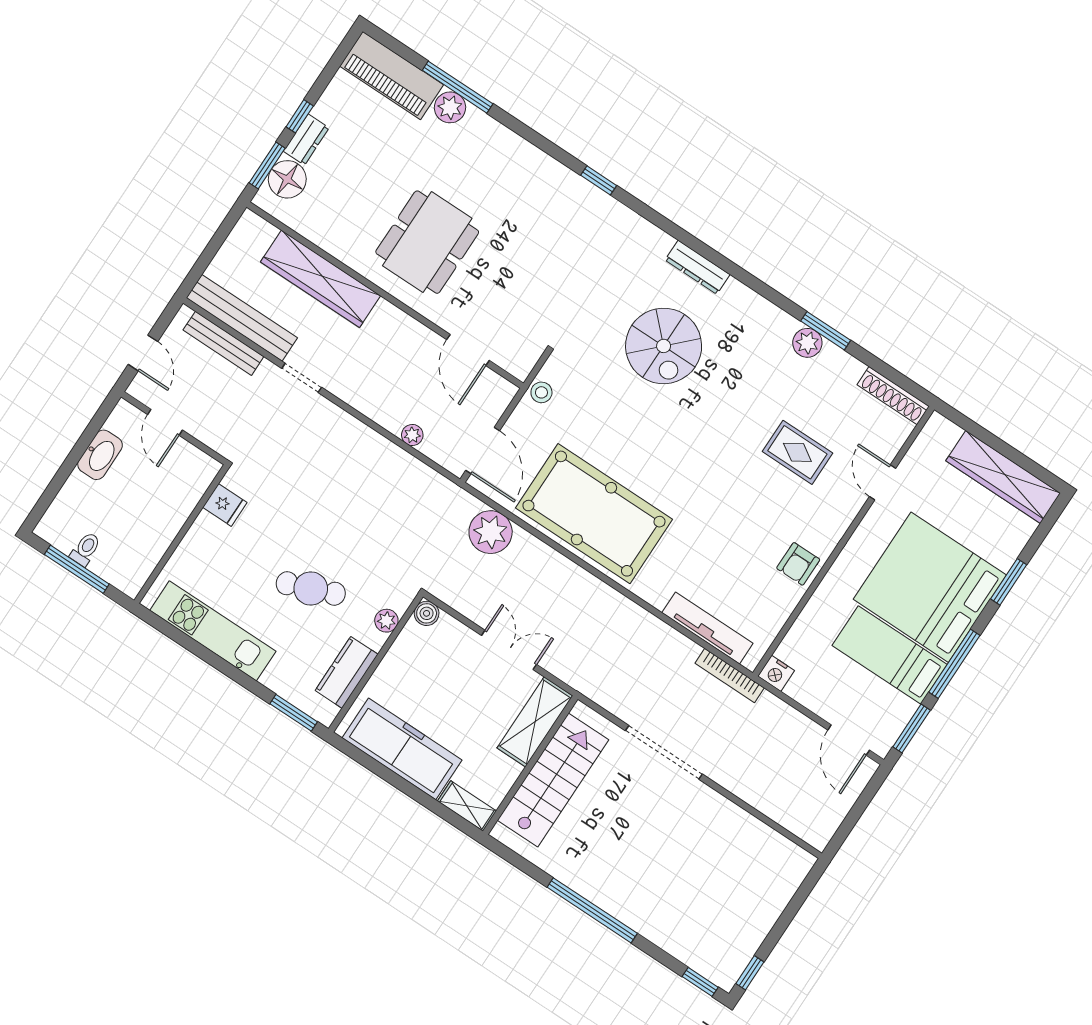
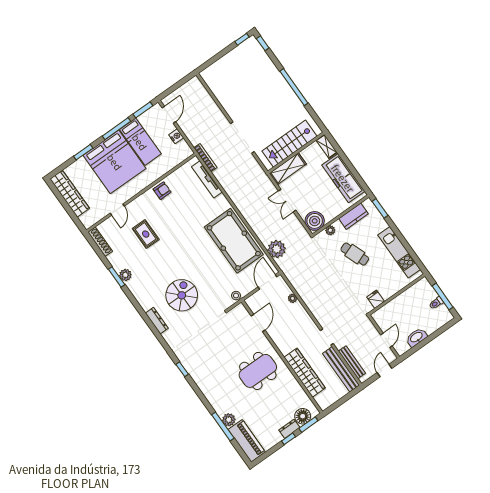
boiler: (427, 613) -> (315, 221), width x1.86, depth x1.86
nightstand: (776, 673) -> (176, 136), moved

